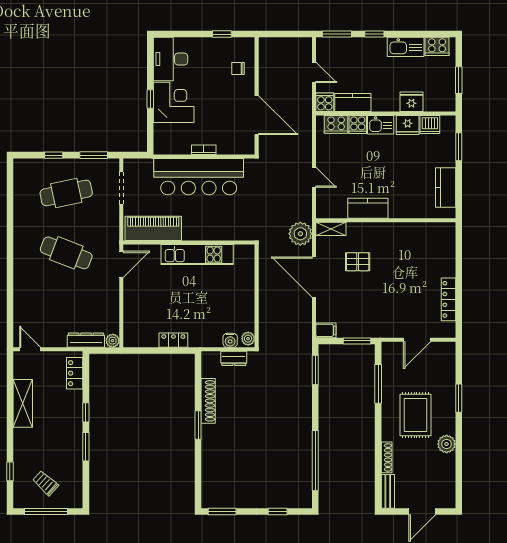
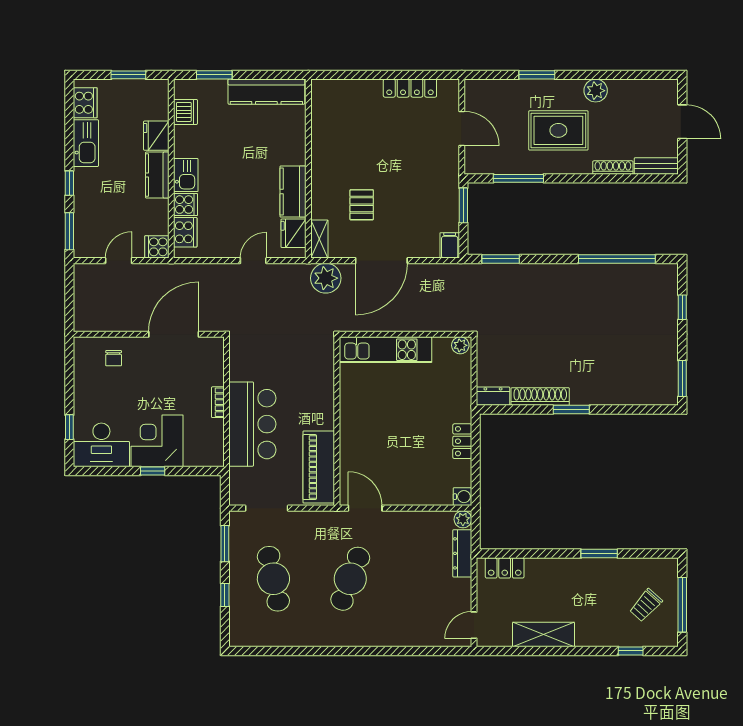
window: (222, 34) -> (69, 427), moved
kitchen counter: (353, 102) -> (157, 175), moved
fridge: (408, 125) -> (293, 233), moved, turned 180
bar counter: (199, 177) -> (252, 424), width x0.73
kitchen counter: (446, 188) -> (266, 92), width x1.50
kitchen unit: (197, 255) -> (386, 350), moved, turned 90
water cooler: (230, 340) -> (462, 497), moved
dresser: (234, 358) -> (493, 396), moved, turned -90
window: (86, 412) -> (555, 554), removed

